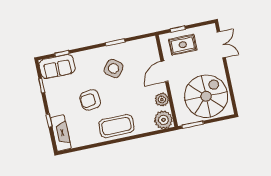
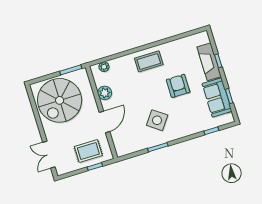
sofa: (57, 66) -> (217, 97), moved, turned -90
armchair: (90, 100) -> (178, 86), turned -84
plant: (163, 120) -> (104, 67), width x0.53, depth x0.53
coffee table: (116, 126) -> (149, 61), width x0.73, depth x0.76
fireplace: (61, 133) -> (209, 62), moved

